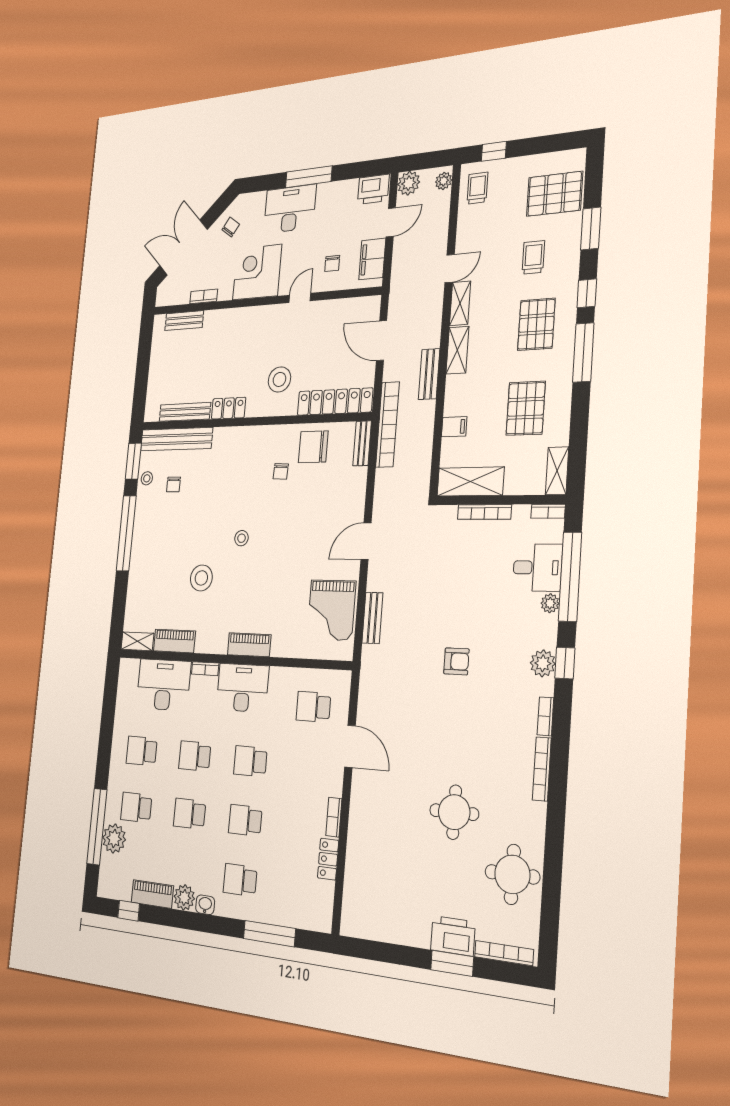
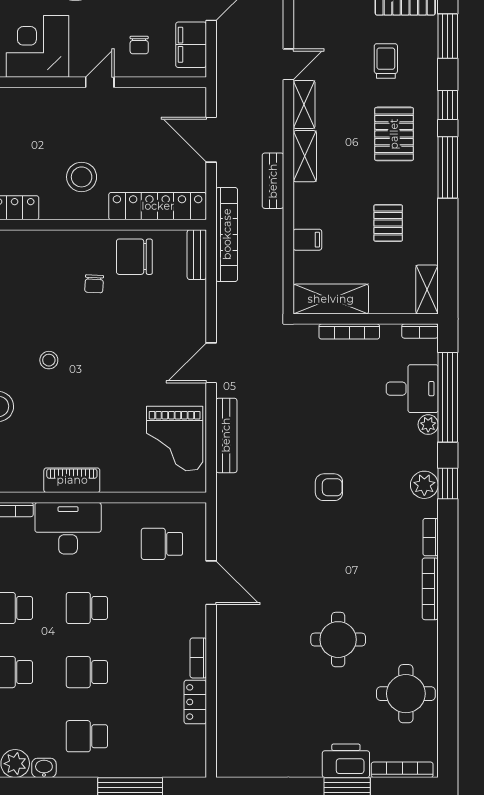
pallet: (526, 408) -> (388, 223), width x0.67, depth x0.71
bench: (372, 618) -> (226, 435), width x1.36

